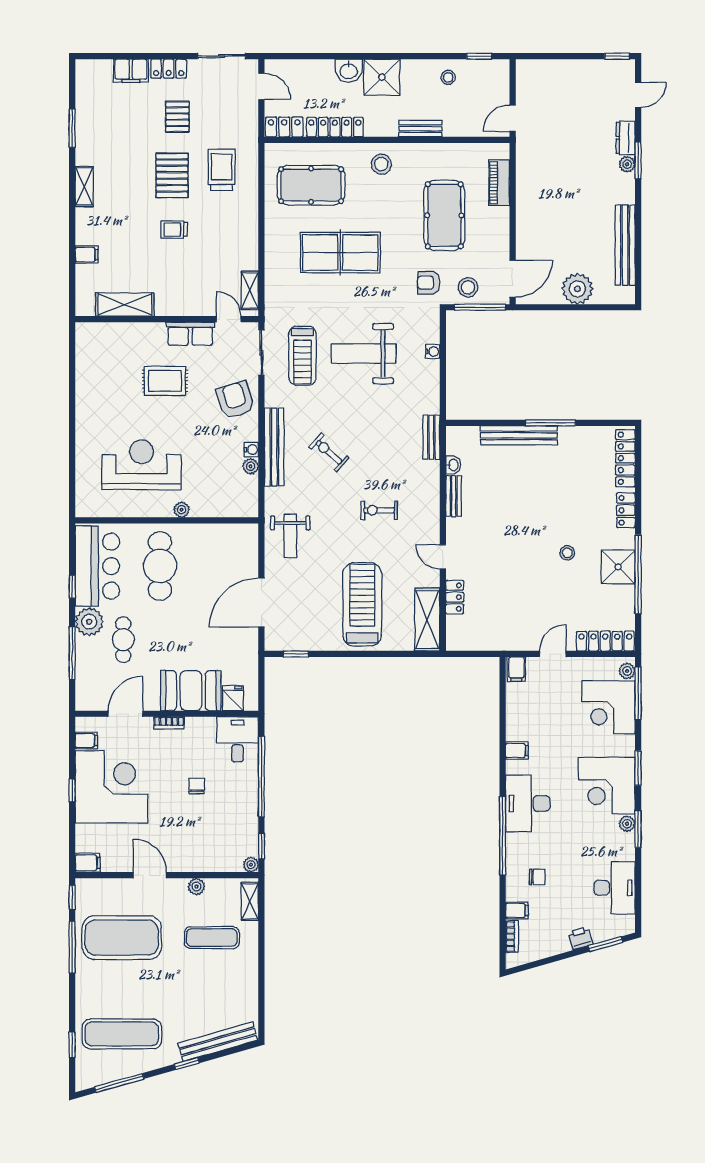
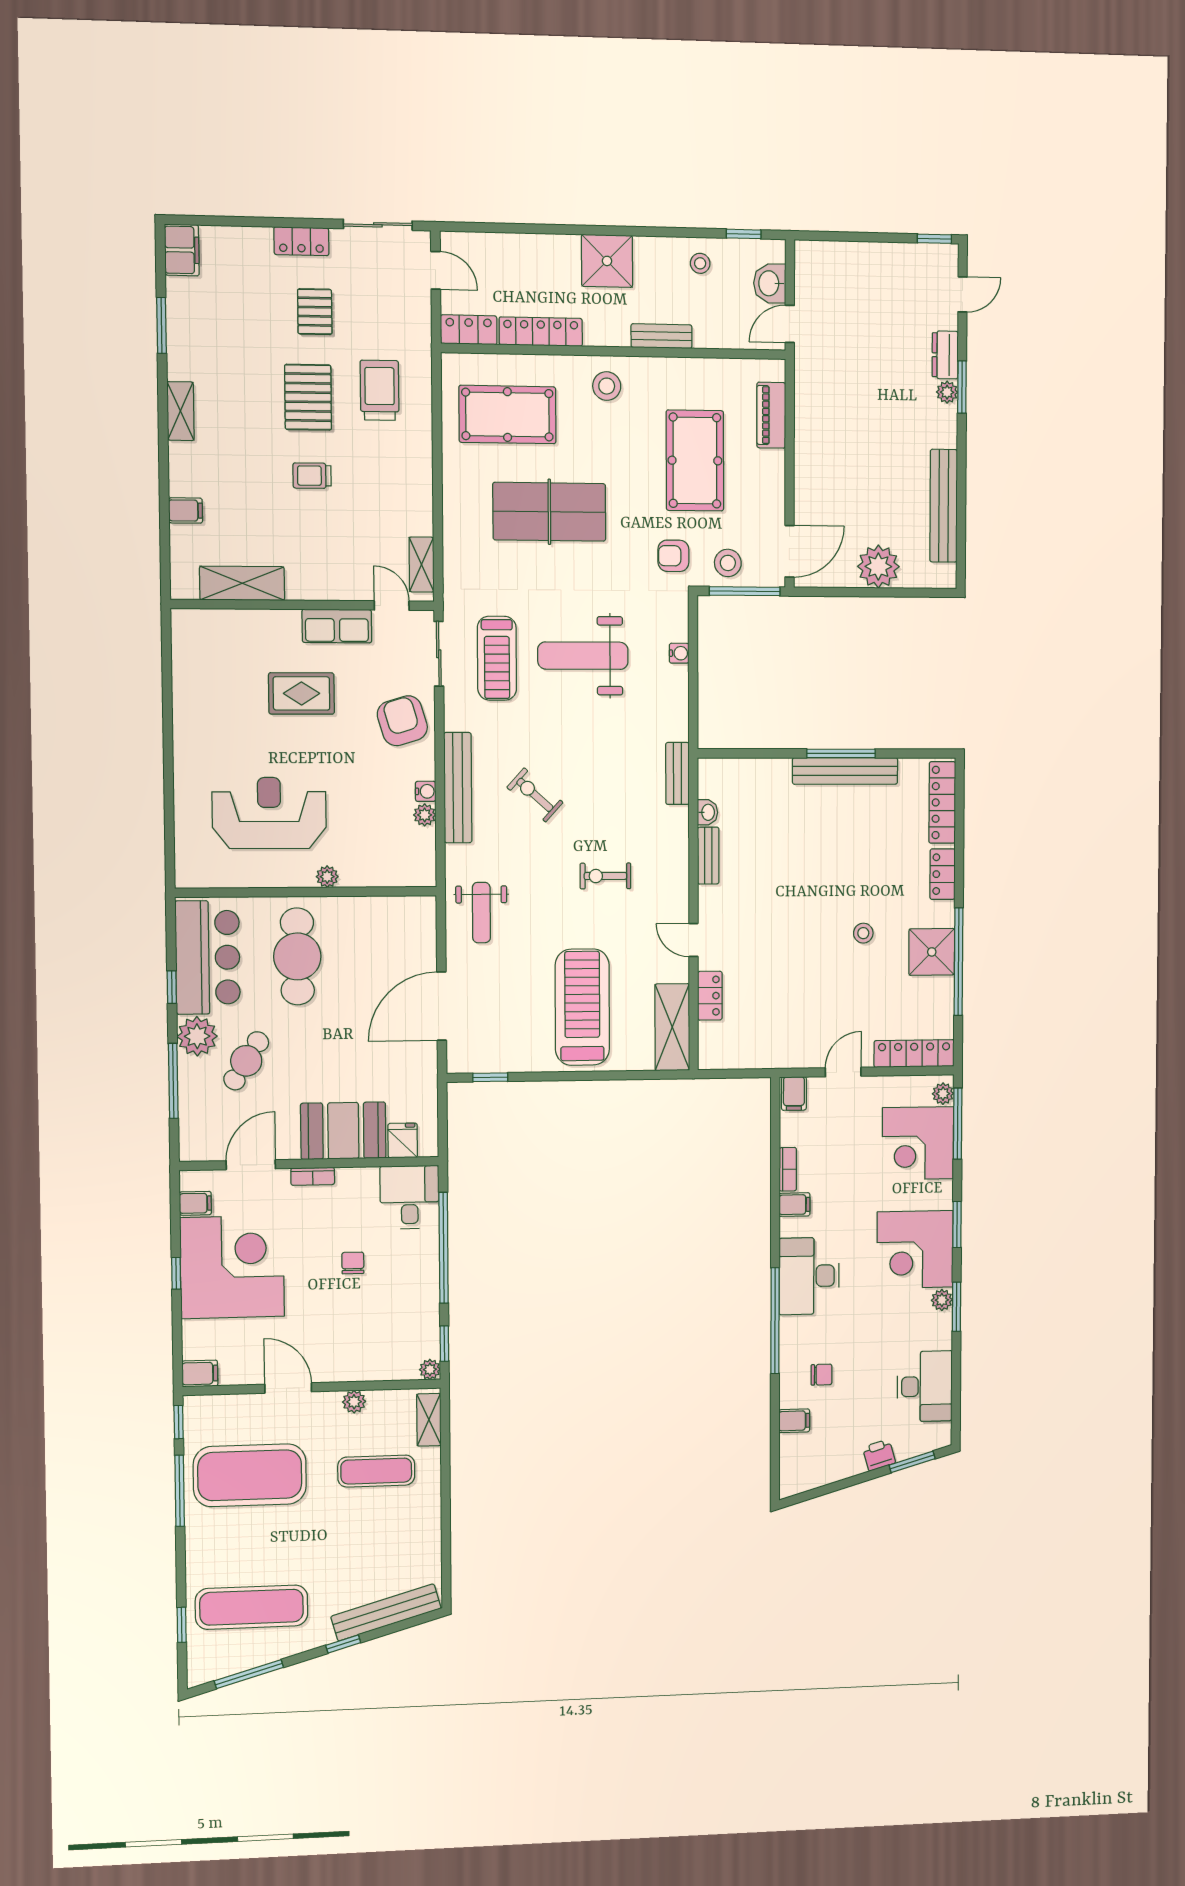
filing cabinet: (131, 71) -> (182, 250), moved, turned -90
washbasin: (349, 71) -> (770, 283), moved, turned 90
bench: (519, 435) -> (845, 771), moved
cafe table: (123, 640) -> (246, 1061), turned 32
bookcase: (512, 937) -> (788, 1169), moved

